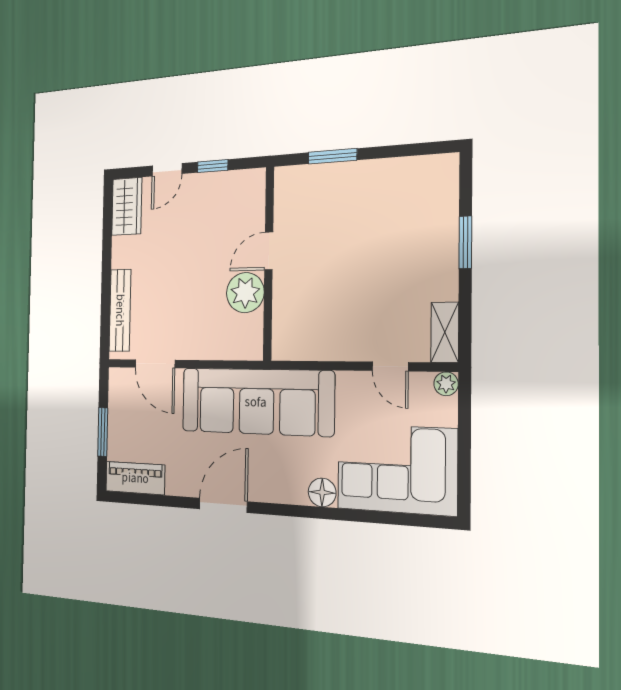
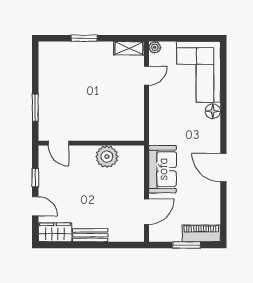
door: (269, 251) -> (58, 143), moved
bench: (120, 310) -> (90, 235), moved, width x0.73
sofa: (256, 402) -> (163, 169), width x0.54, depth x0.79
piano: (135, 478) -> (201, 233), moved, turned 90

